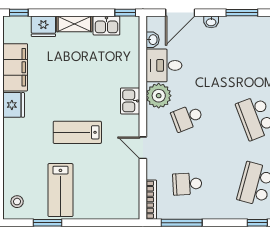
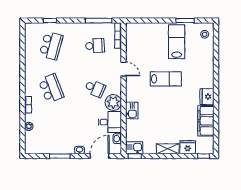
kitchen sink: (106, 26) -> (134, 148), moved
kitchen sink: (130, 101) -> (132, 110), moved
school desk: (187, 118) -> (95, 88), turned 45

